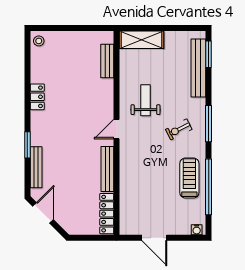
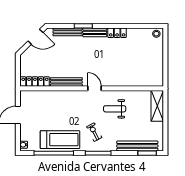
bench: (107, 61) -> (95, 32), moved
weight bench: (146, 100) -> (115, 109), turned 180
treadmill: (189, 178) -> (60, 140), width x1.37, depth x1.38

